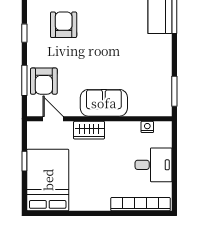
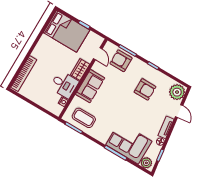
coffee table: (153, 86) -> (84, 118), added
door: (53, 119) -> (98, 54), hinge flipped
desk: (154, 165) -> (64, 85), moved, turned -90

